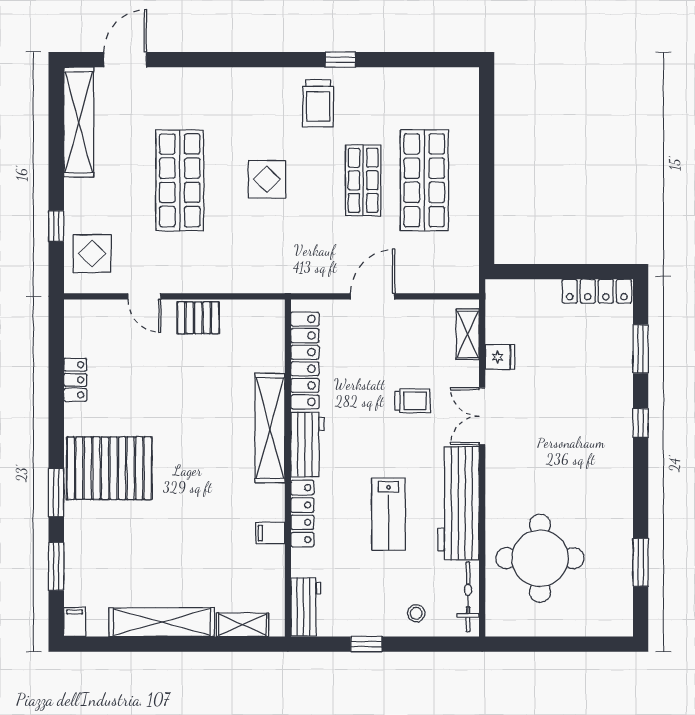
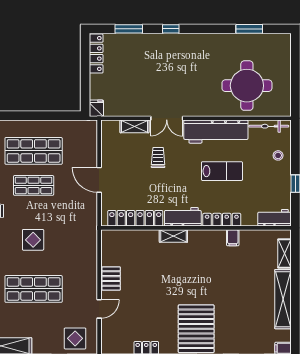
shelving: (468, 334) -> (134, 126), moved
fridge: (500, 357) -> (96, 108), moved
shelving: (270, 428) -> (173, 236), width x0.45, depth x0.75

